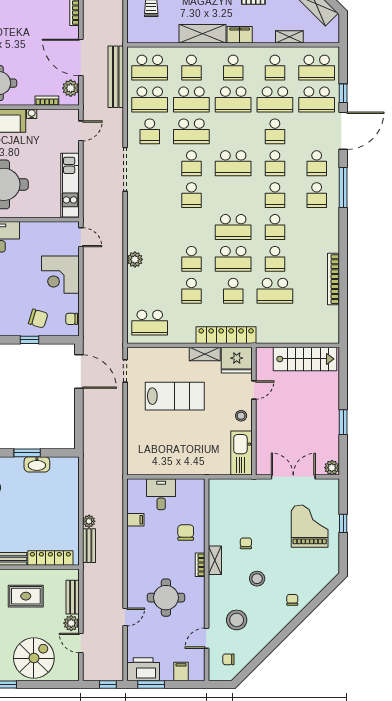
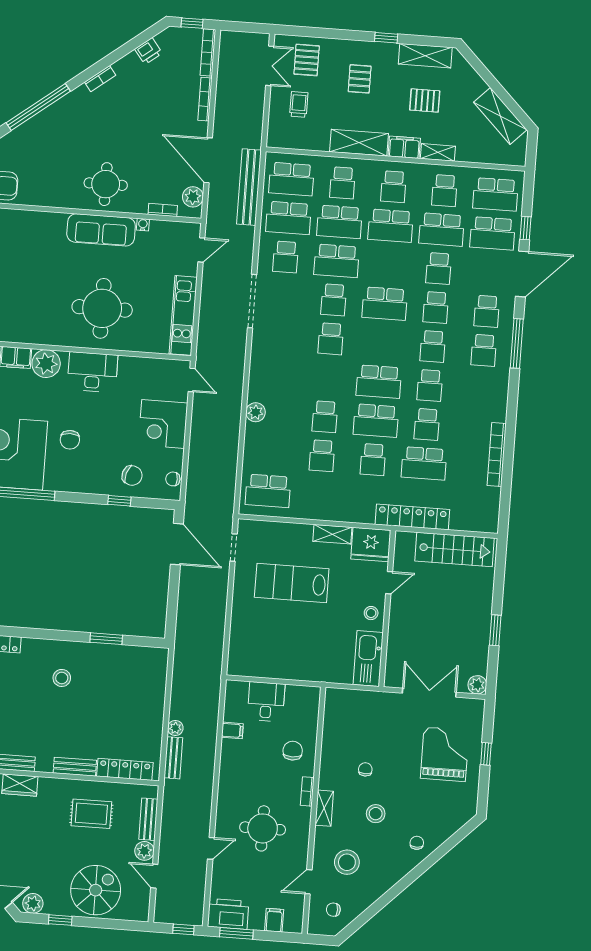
shelving: (289, 37) -> (438, 152), moved
locker: (226, 335) -> (412, 517), moved
lab bench: (175, 396) -> (292, 583), turned 180
washbasin: (37, 464) -> (117, 654), removed
shelving: (215, 560) -> (324, 808), moved

